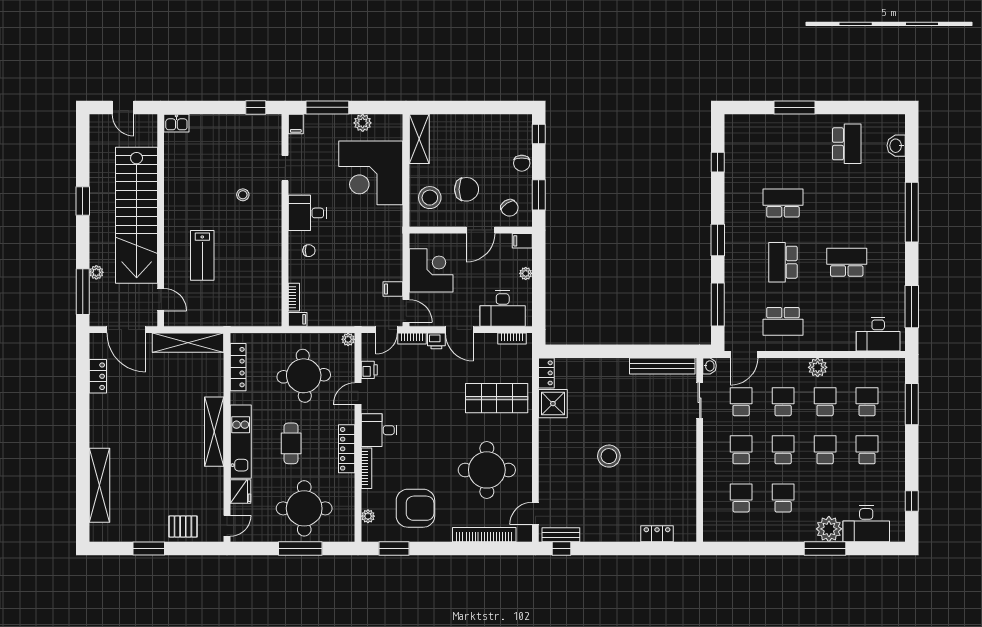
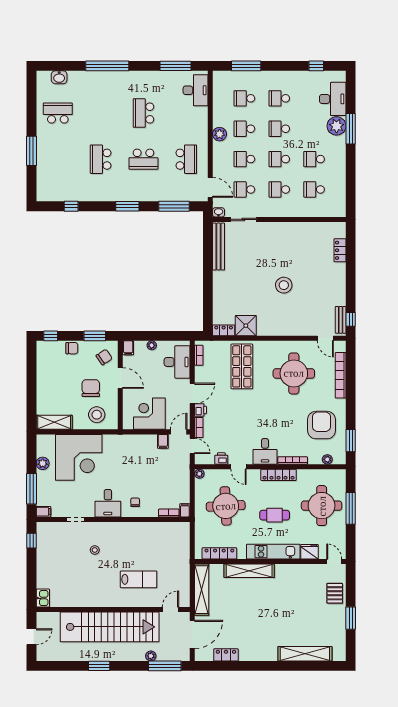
shelving: (214, 432) -> (249, 571), moved

